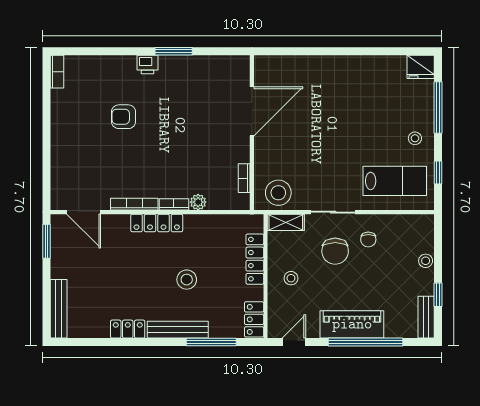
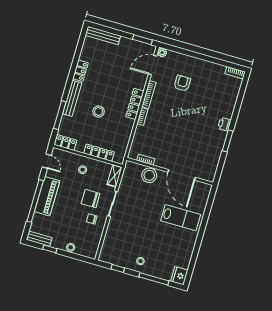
armchair: (124, 117) -> (182, 83), moved
lab bench: (395, 181) -> (181, 218), moved, turned -90
stool: (278, 193) -> (149, 175), moved
plant: (198, 202) -> (162, 53), moved

